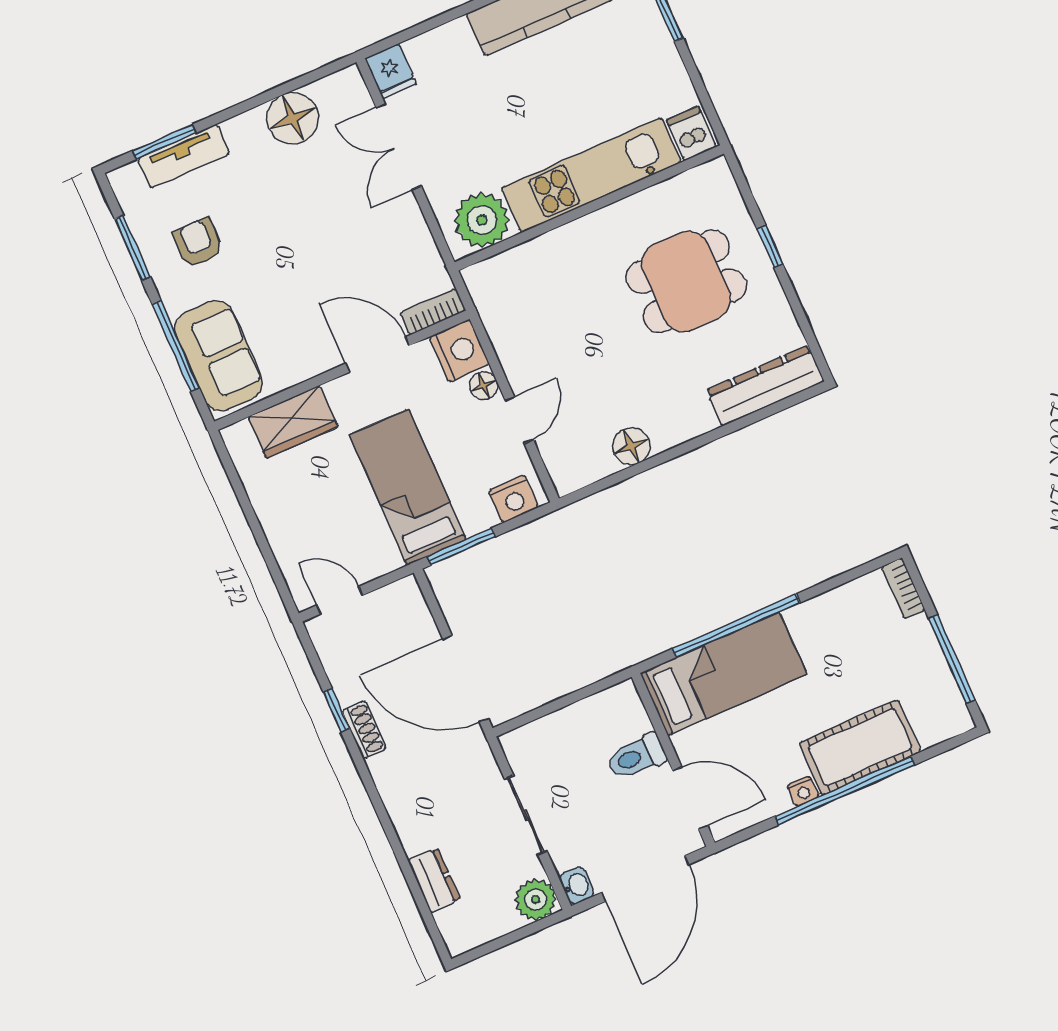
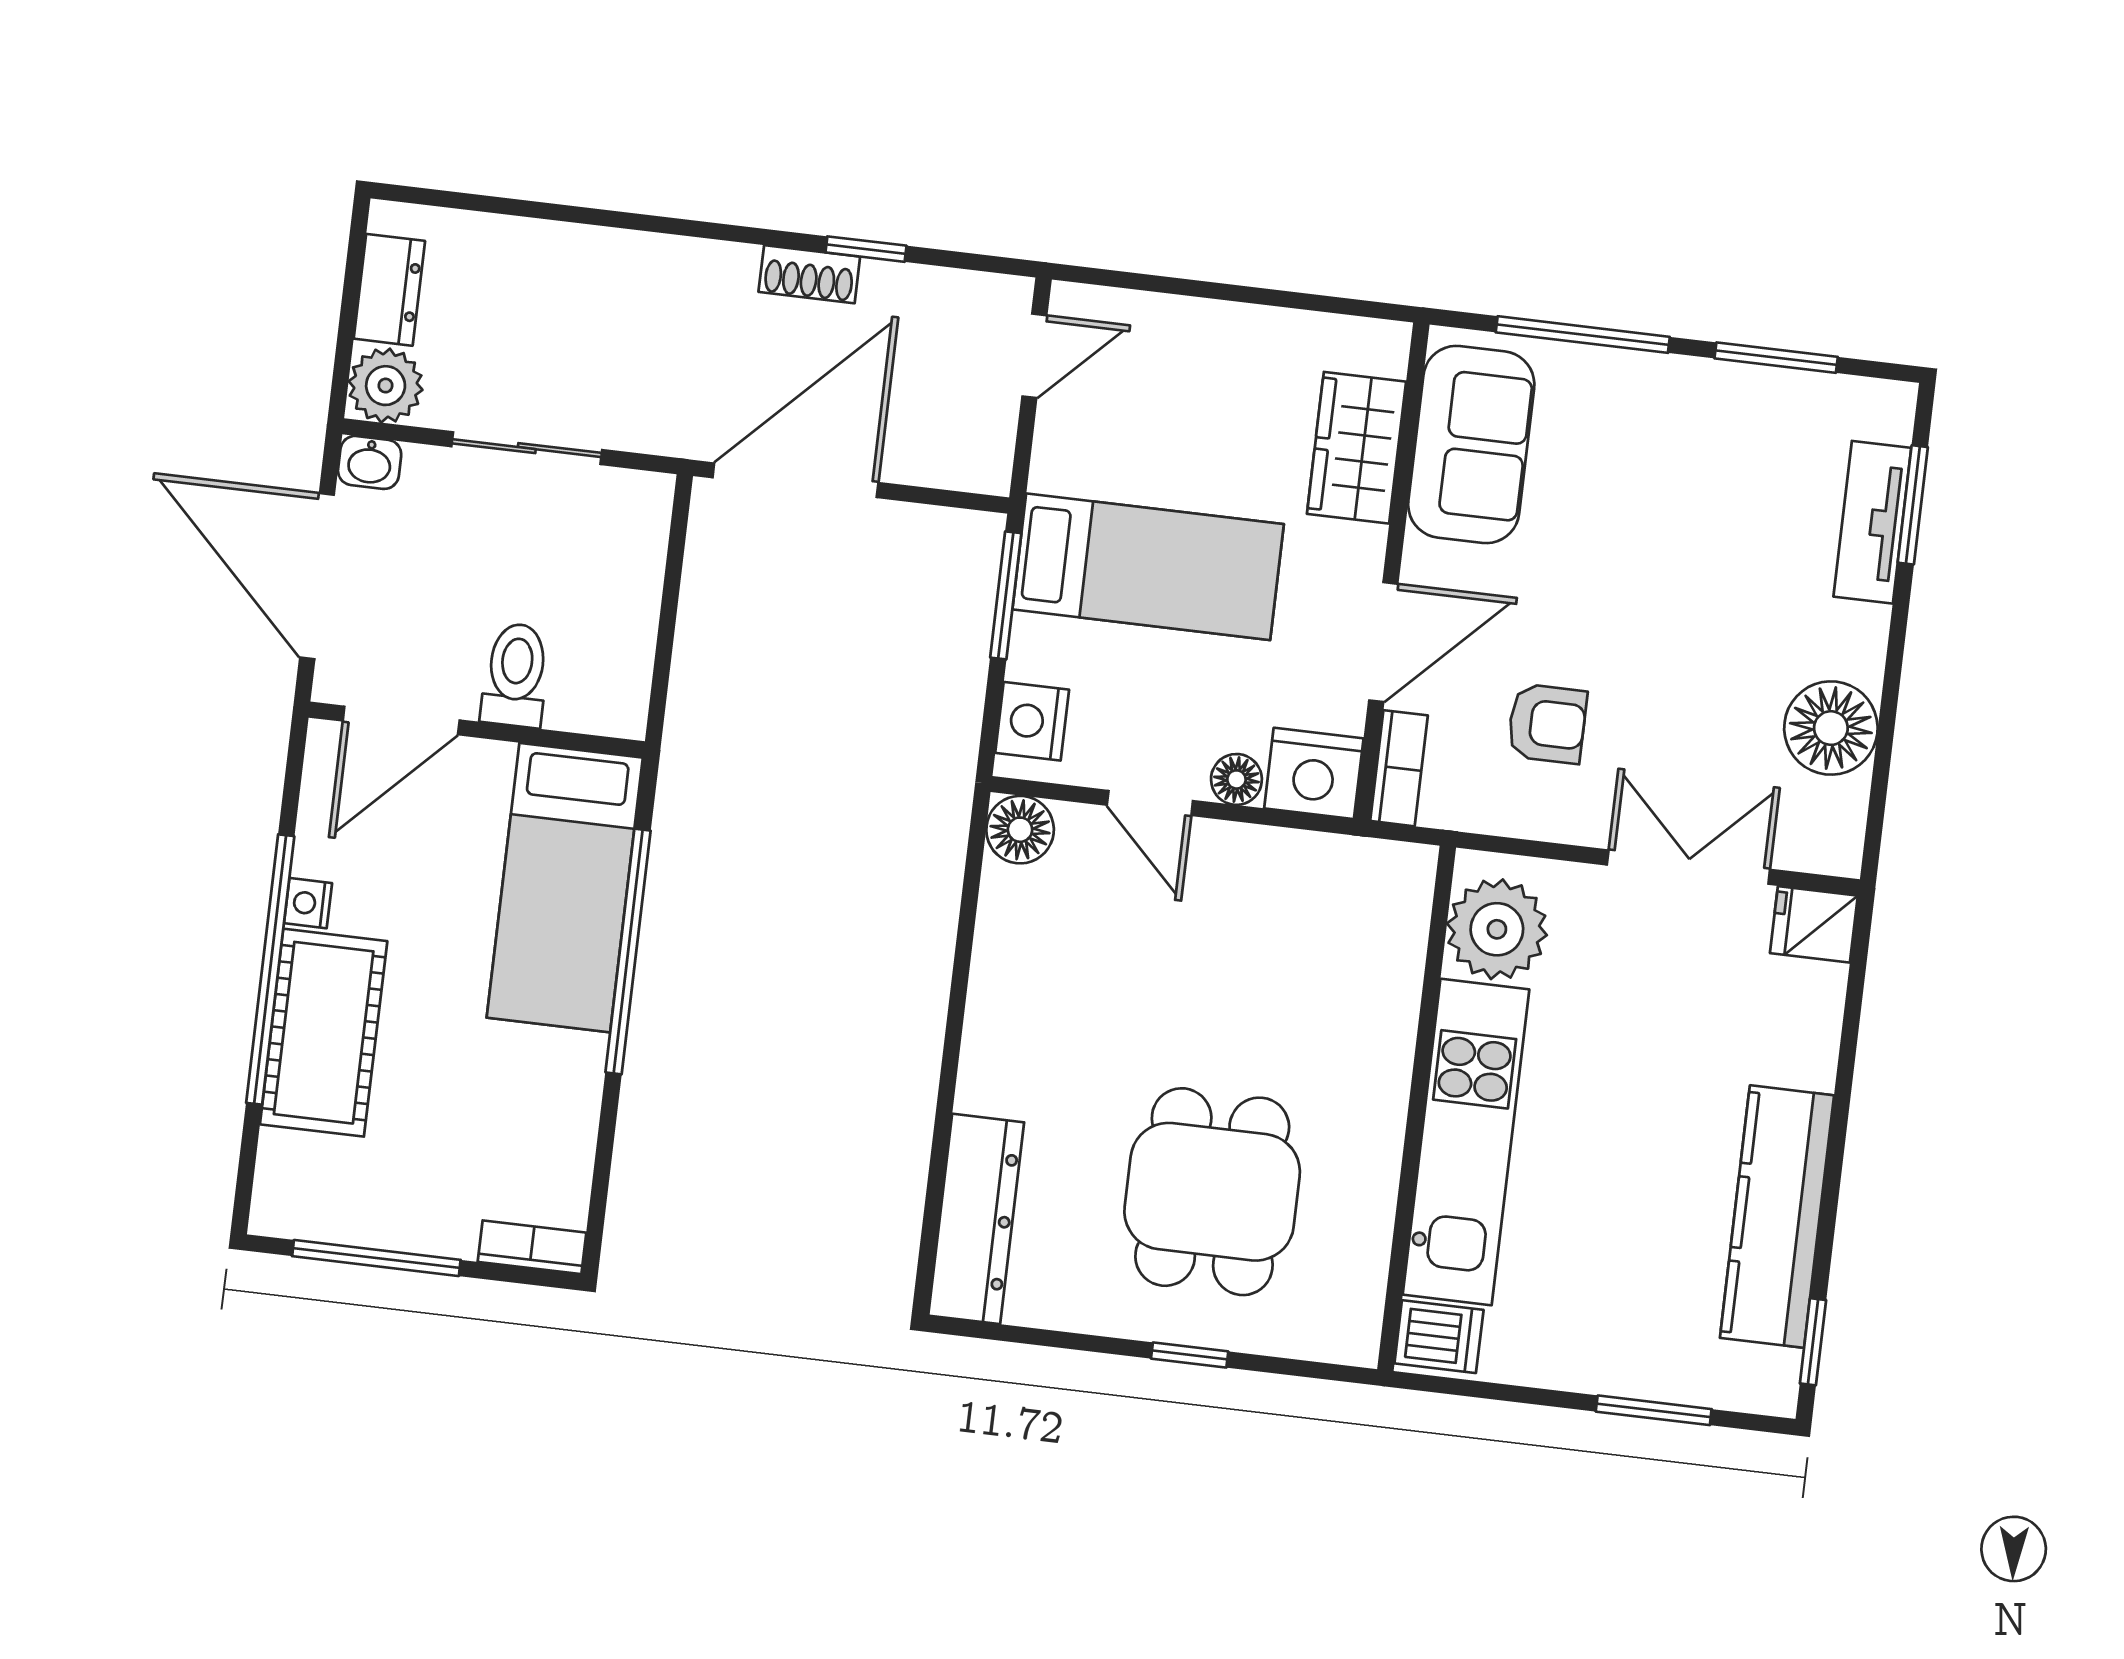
armchair: (198, 243) -> (1547, 724), moved
sofa: (219, 356) -> (1471, 445), moved, turned -90
floor lamp: (631, 446) -> (1020, 830), moved
dresser: (434, 880) -> (389, 290), moved, turned -90

